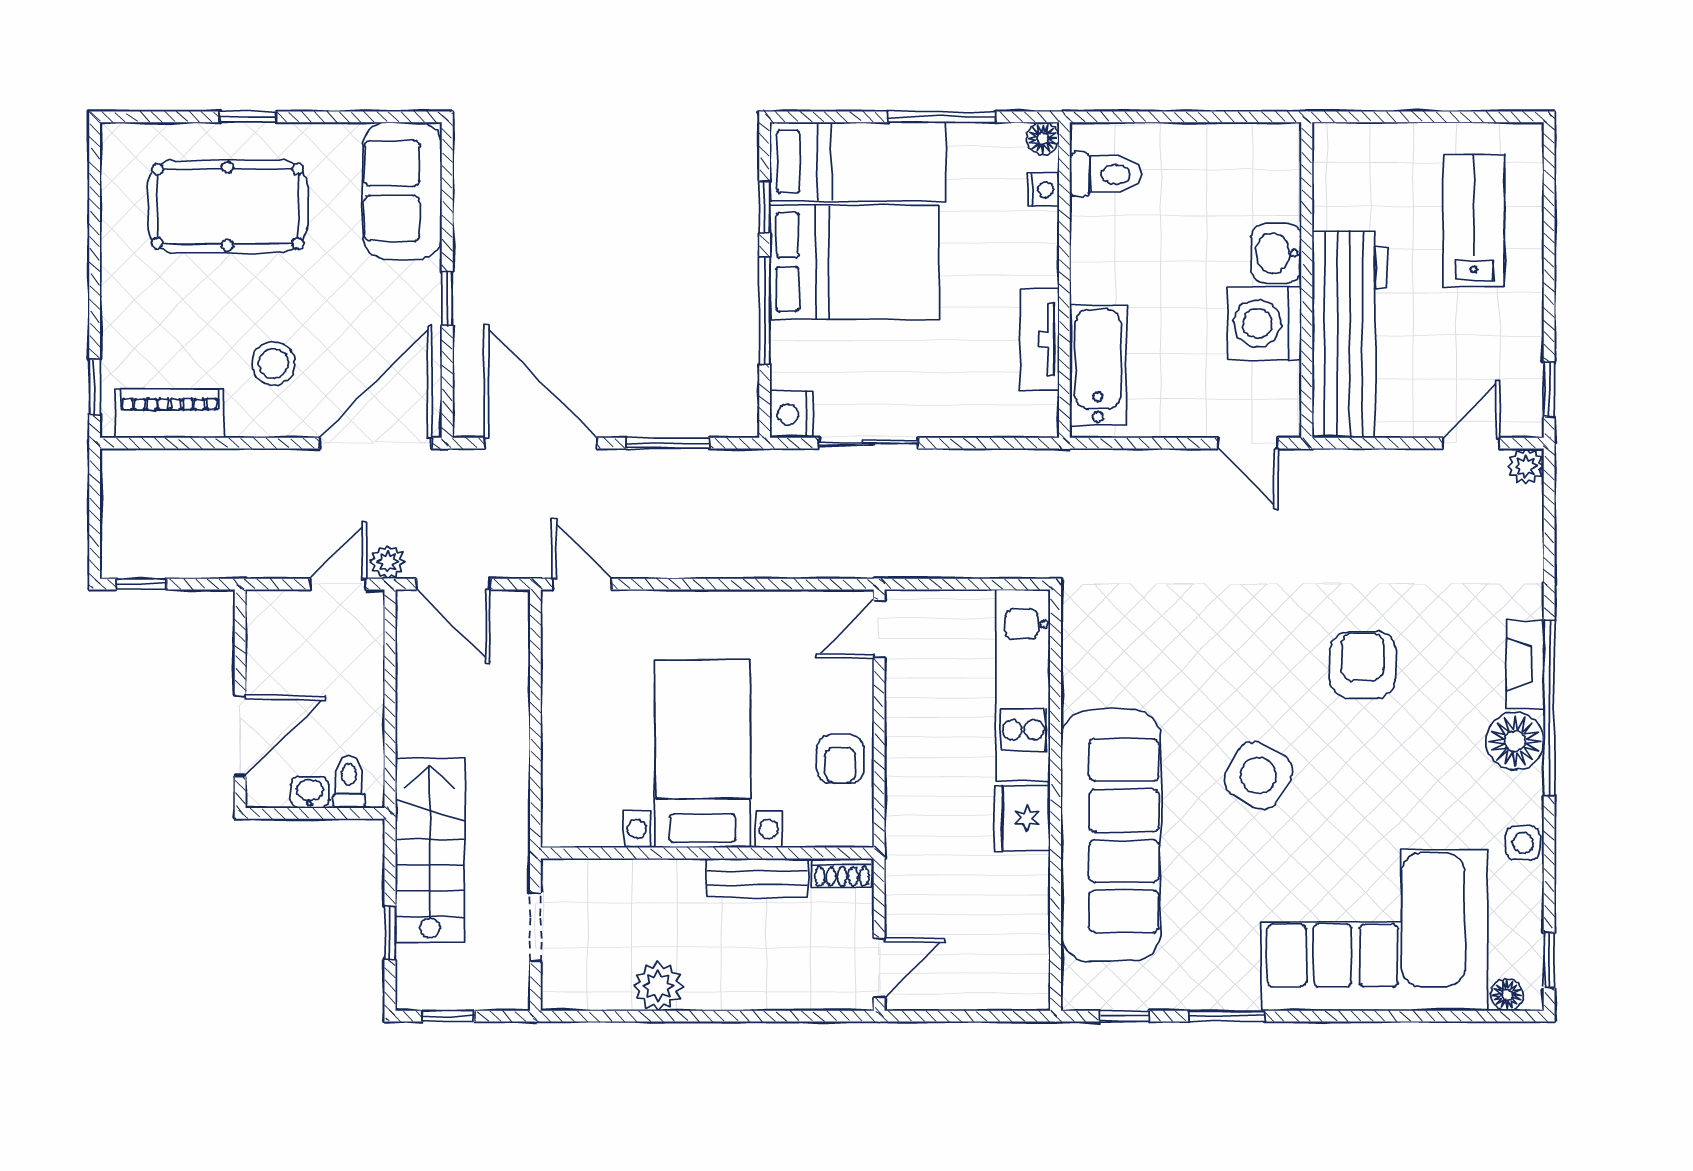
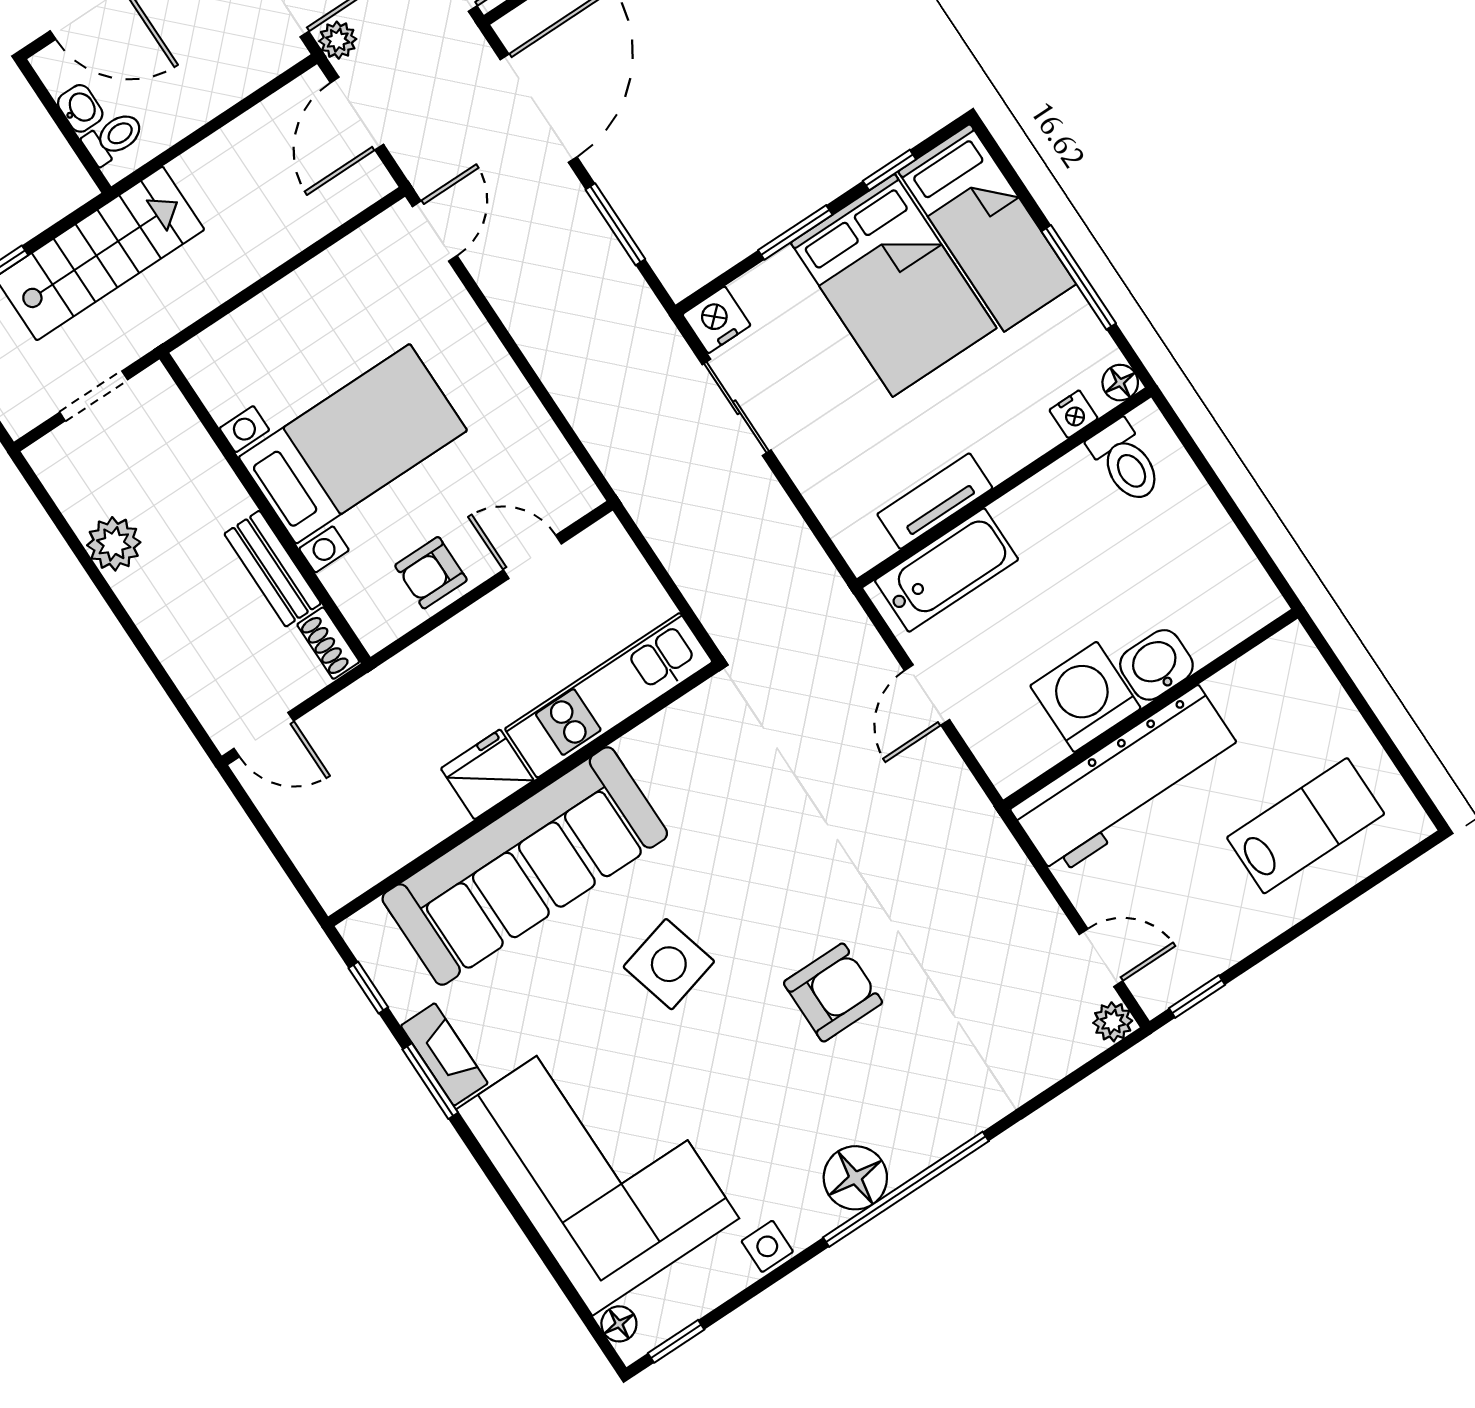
window: (765, 310) -> (795, 232), width x0.69
door: (1248, 443) -> (927, 695), moved
door: (879, 629) -> (532, 557), moved
fireplace: (1525, 664) -> (444, 1054), moved, turned 90
side table: (1258, 775) -> (669, 964), turned 45

